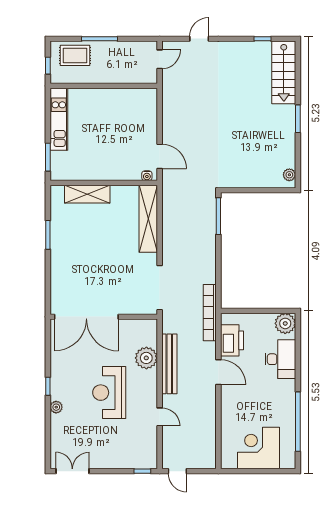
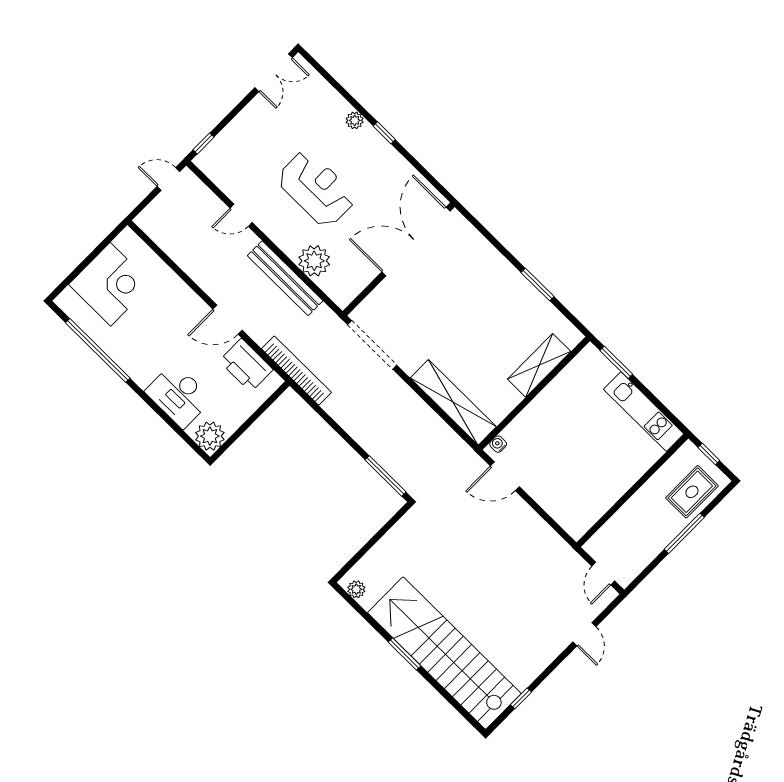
stairs: (284, 72) -> (444, 653), width x1.86, depth x1.51

